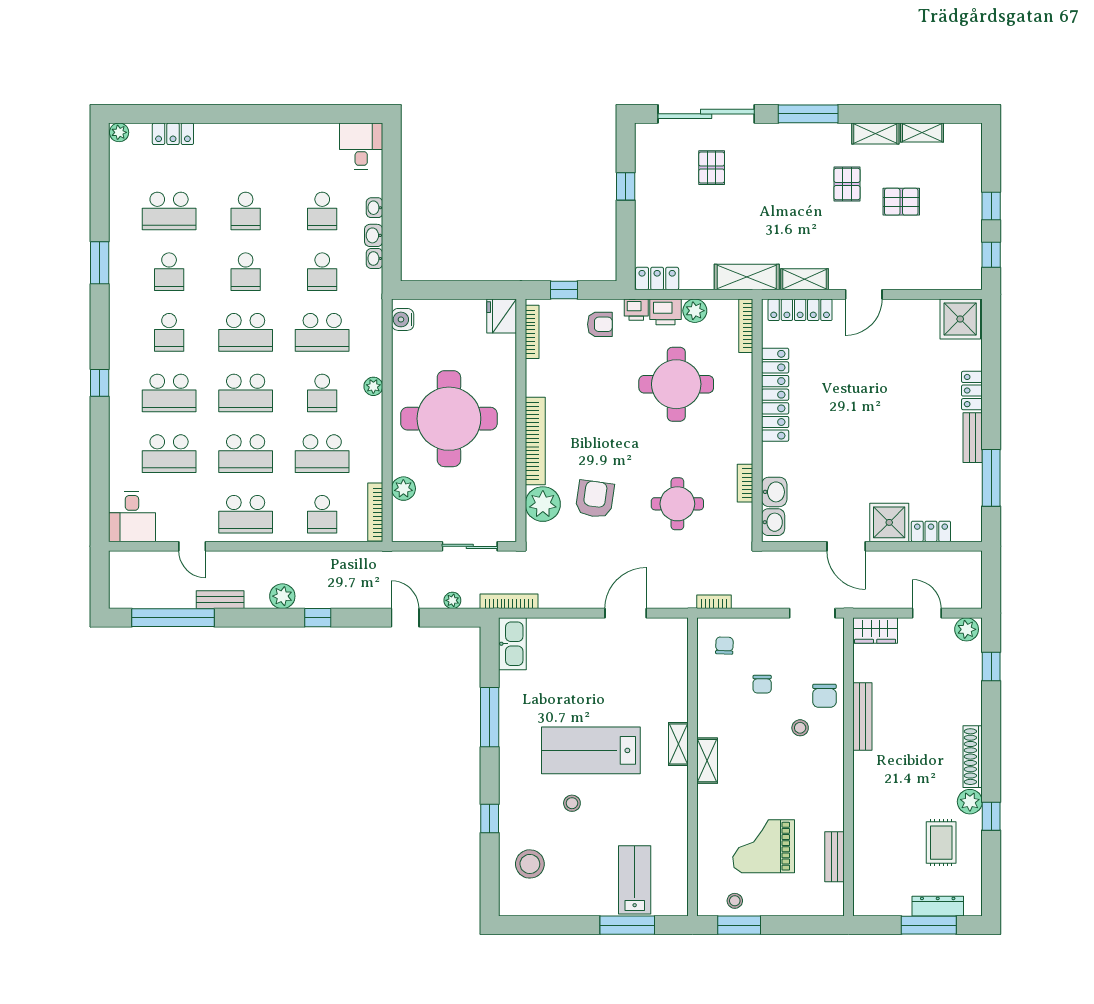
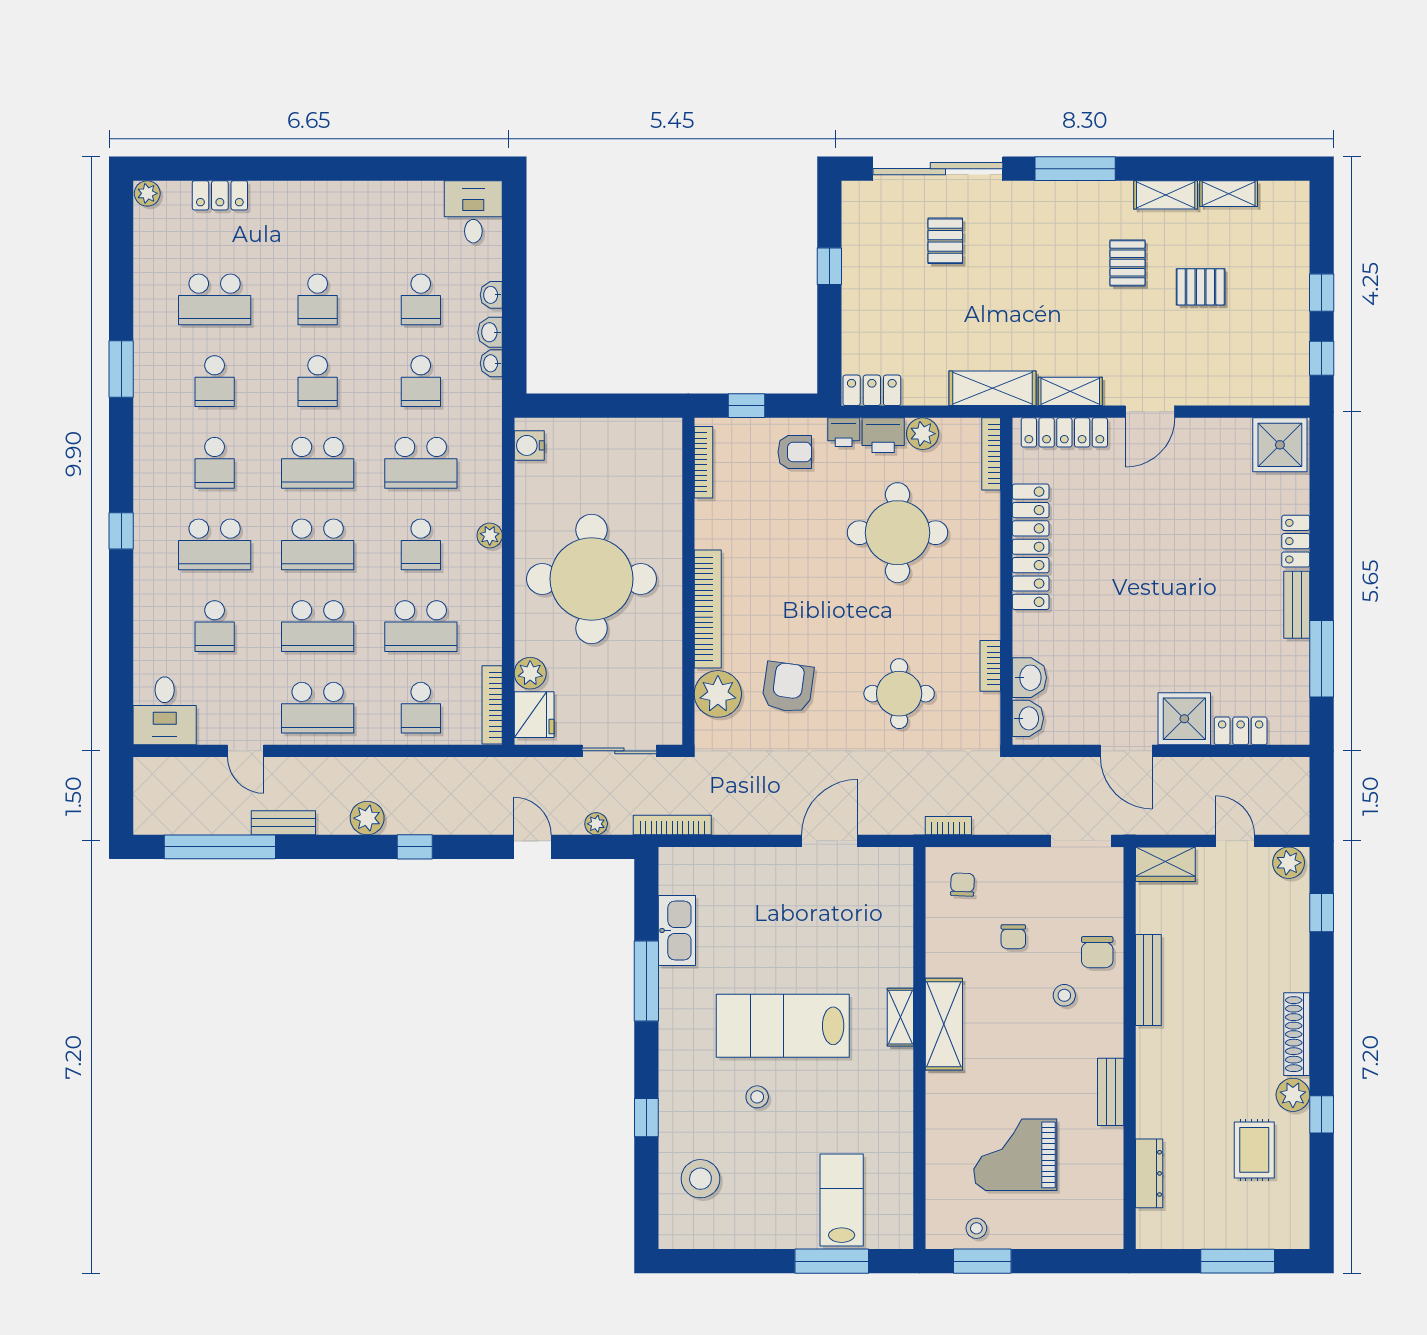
fridge: (502, 316) -> (534, 715), moved, turned 180
school desk: (169, 454) -> (215, 626), width x0.54
kitchen sink: (512, 644) -> (677, 930), moved
shelving: (707, 761) -> (944, 1024), width x1.50, depth x1.33
bench: (834, 857) -> (1111, 1092), moved
dresser: (938, 906) -> (1149, 1173), moved, turned 90

